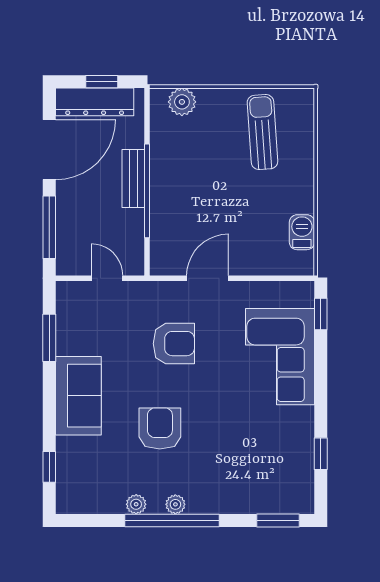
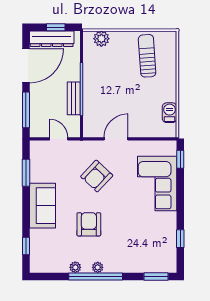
bench: (133, 179) -> (74, 98), moved
armchair: (174, 344) -> (97, 176), turned 133

